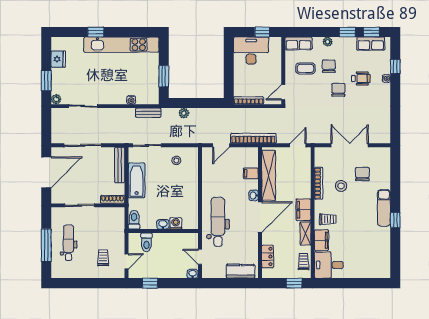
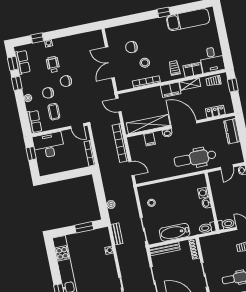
desk: (251, 51) -> (49, 145), moved, turned 90
exam couch: (384, 208) -> (188, 20), moved, width x1.36, depth x1.45
toilet: (146, 242) -> (226, 224), moved

